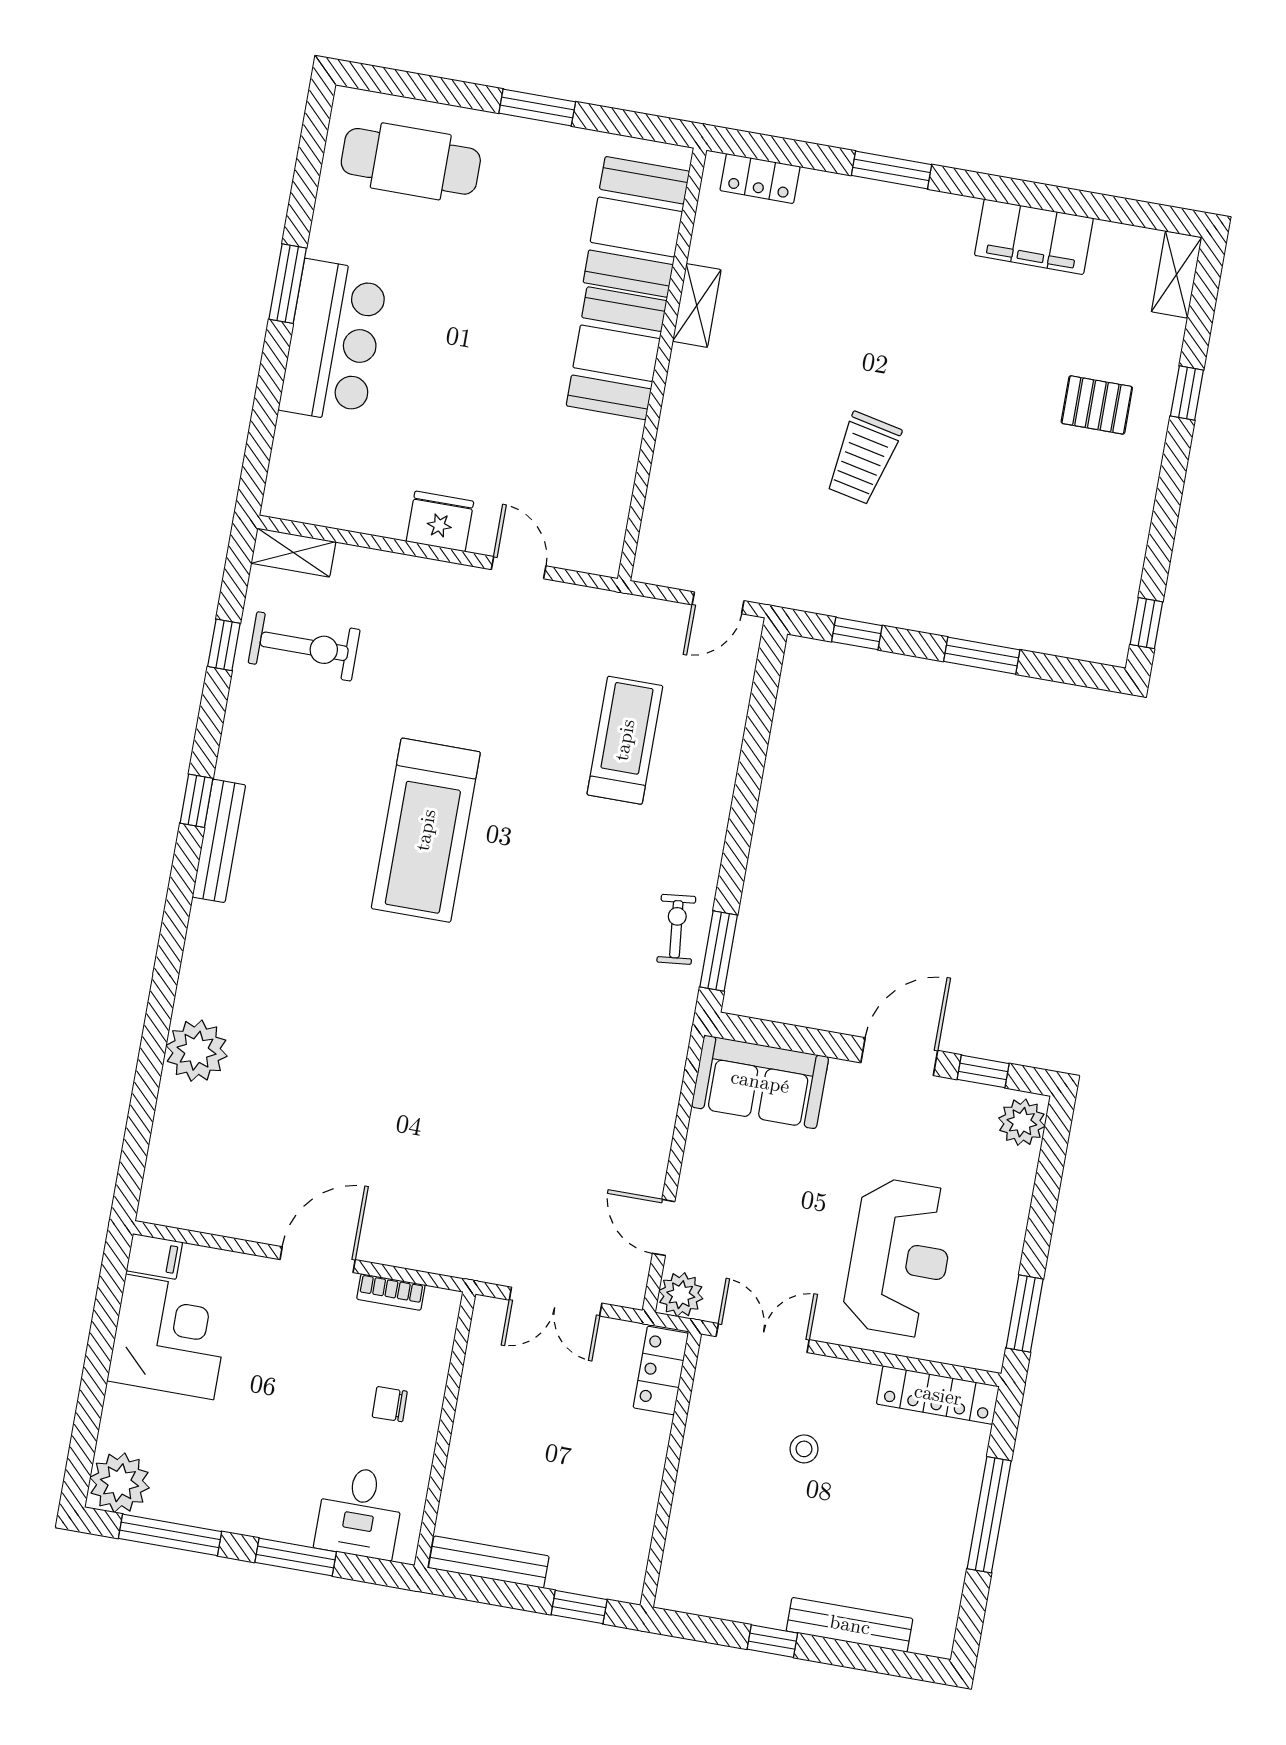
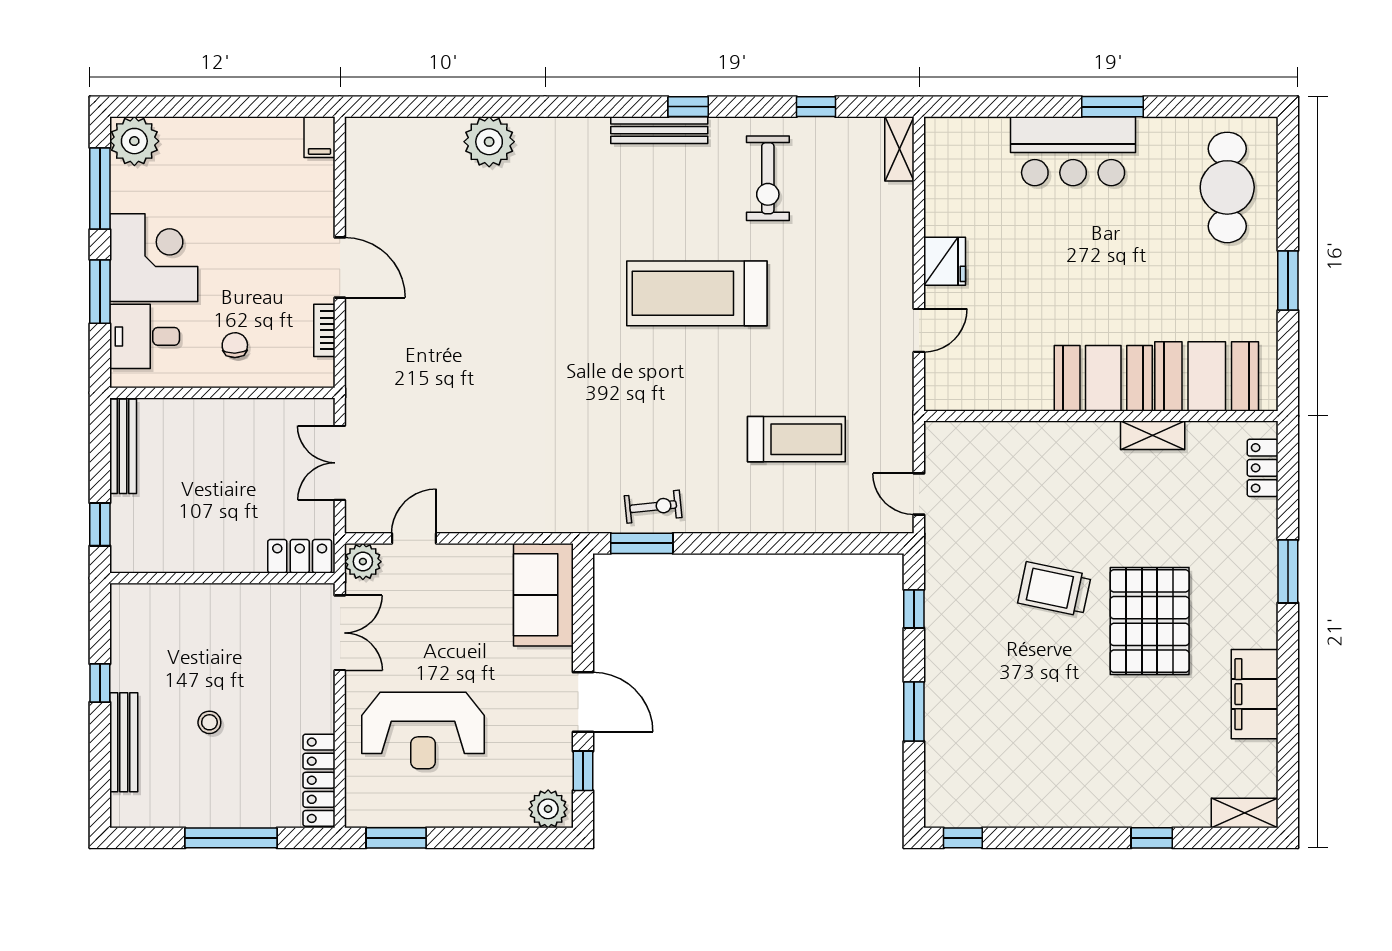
pallet: (1097, 405) -> (1150, 621), moved, width x2.05, depth x2.00
exercise bike: (304, 646) -> (768, 178), moved
corner desk: (170, 1337) -> (154, 258), moved, turned -90
stool: (804, 1449) -> (209, 722), moved

